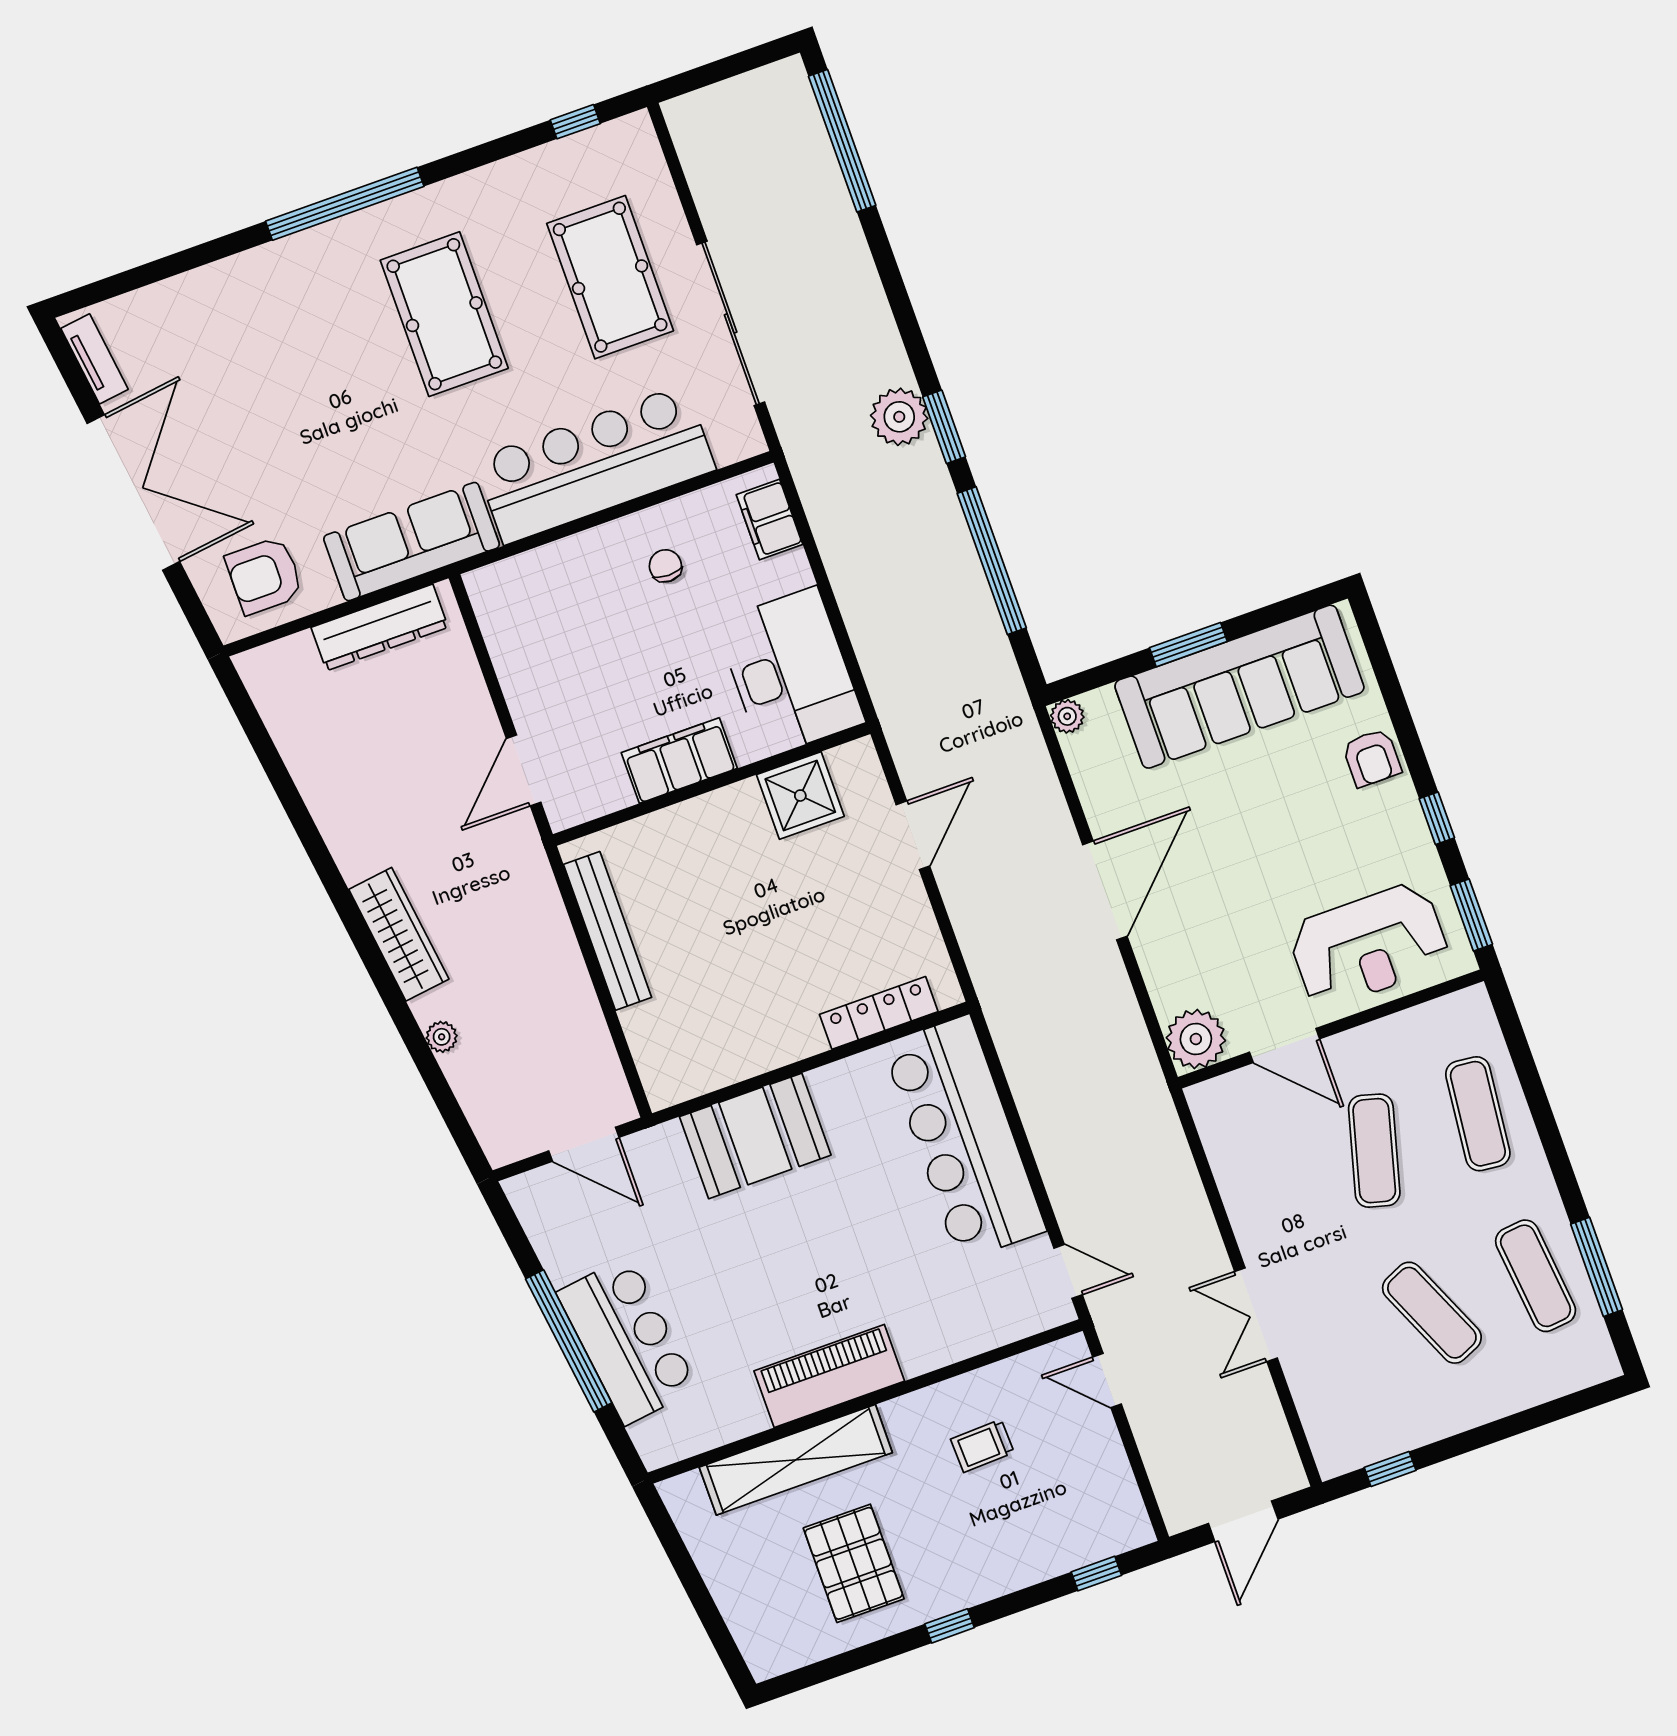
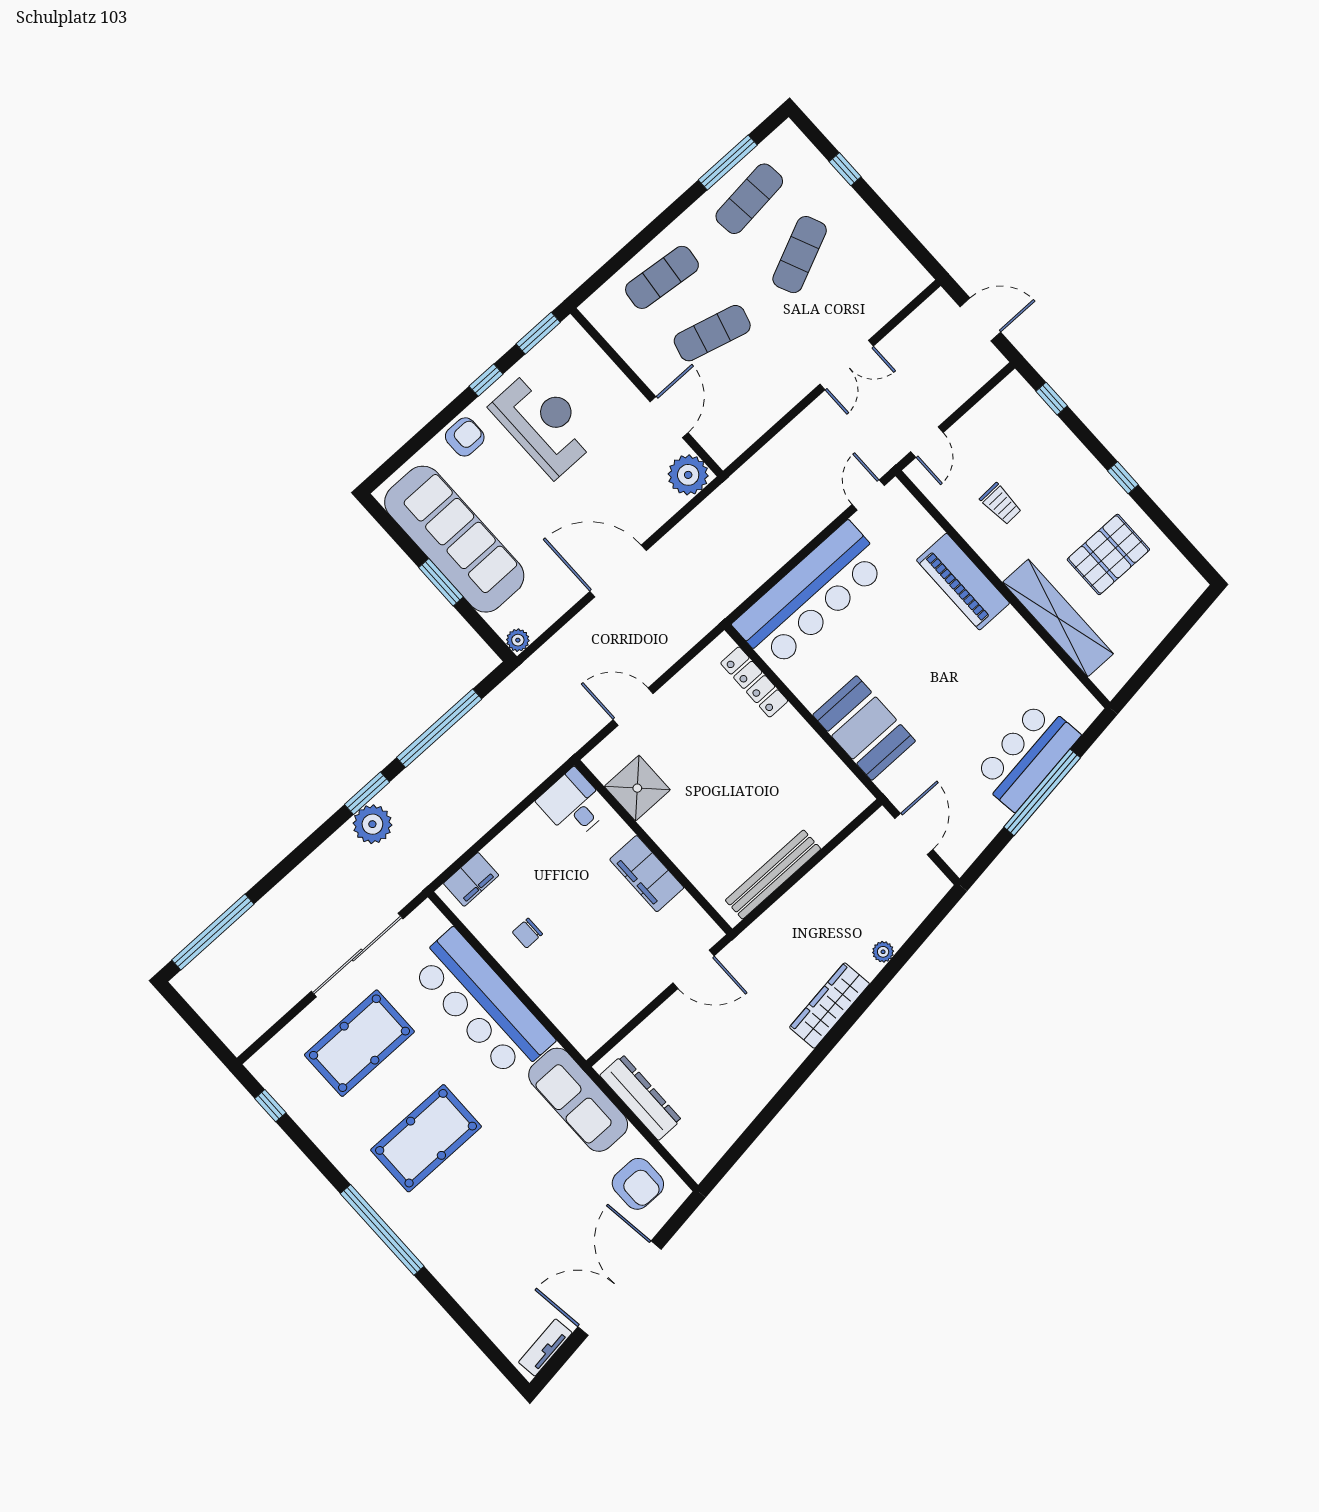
desk: (790, 672) -> (574, 805), width x0.53, depth x0.77
reception desk: (1369, 945) -> (544, 423), moved
piano: (829, 1376) -> (963, 582), moved
window: (1390, 1469) -> (845, 169), moved

